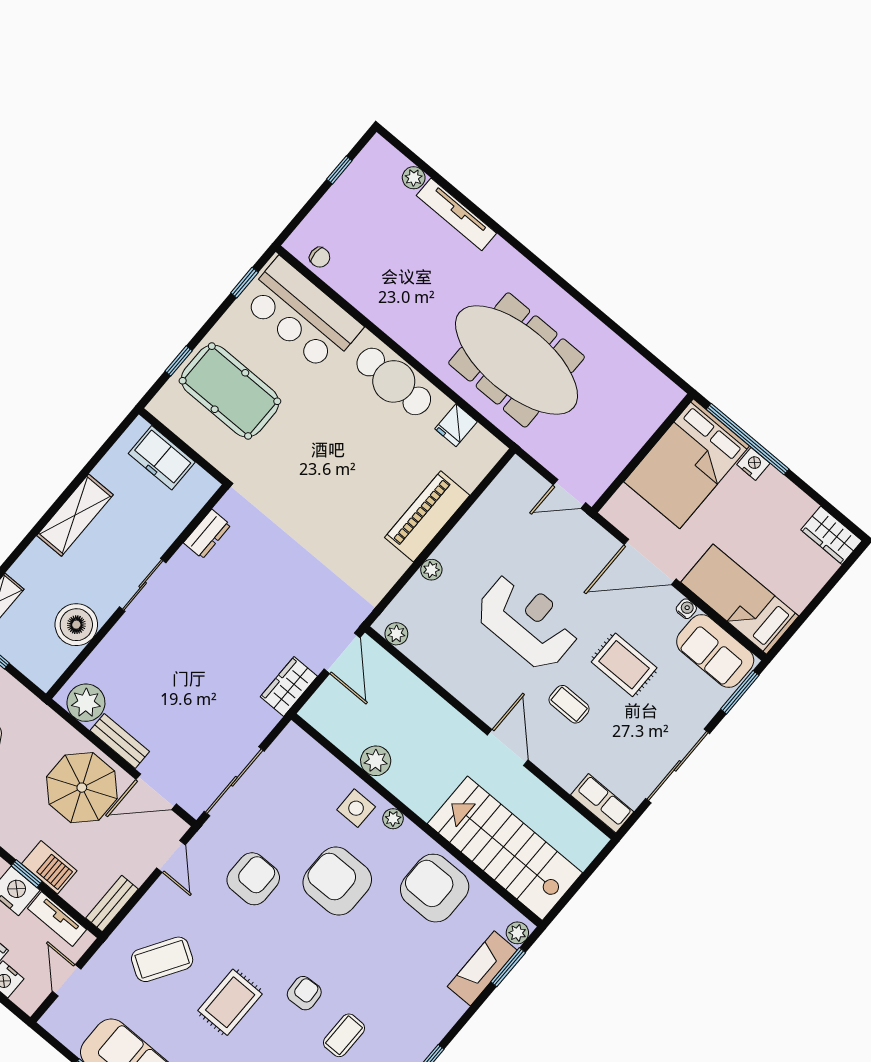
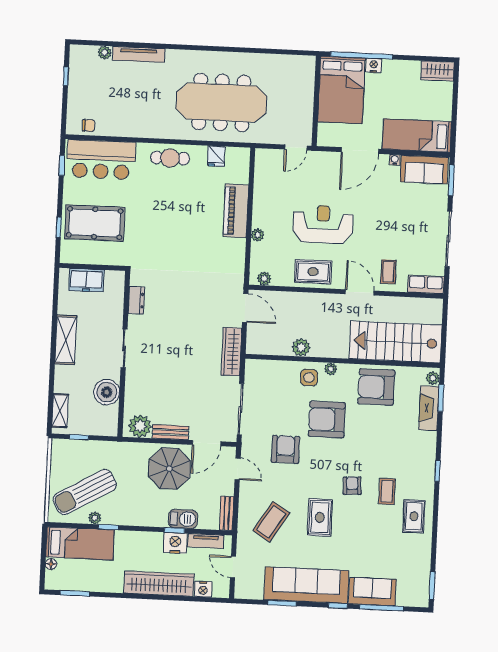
cafe table: (394, 381) -> (170, 158), width x0.73, depth x0.74
rug: (624, 665) -> (313, 272), moved
wardrobe: (289, 686) -> (231, 352), width x1.50
coffee table: (569, 704) -> (388, 272), moved, turned 90

